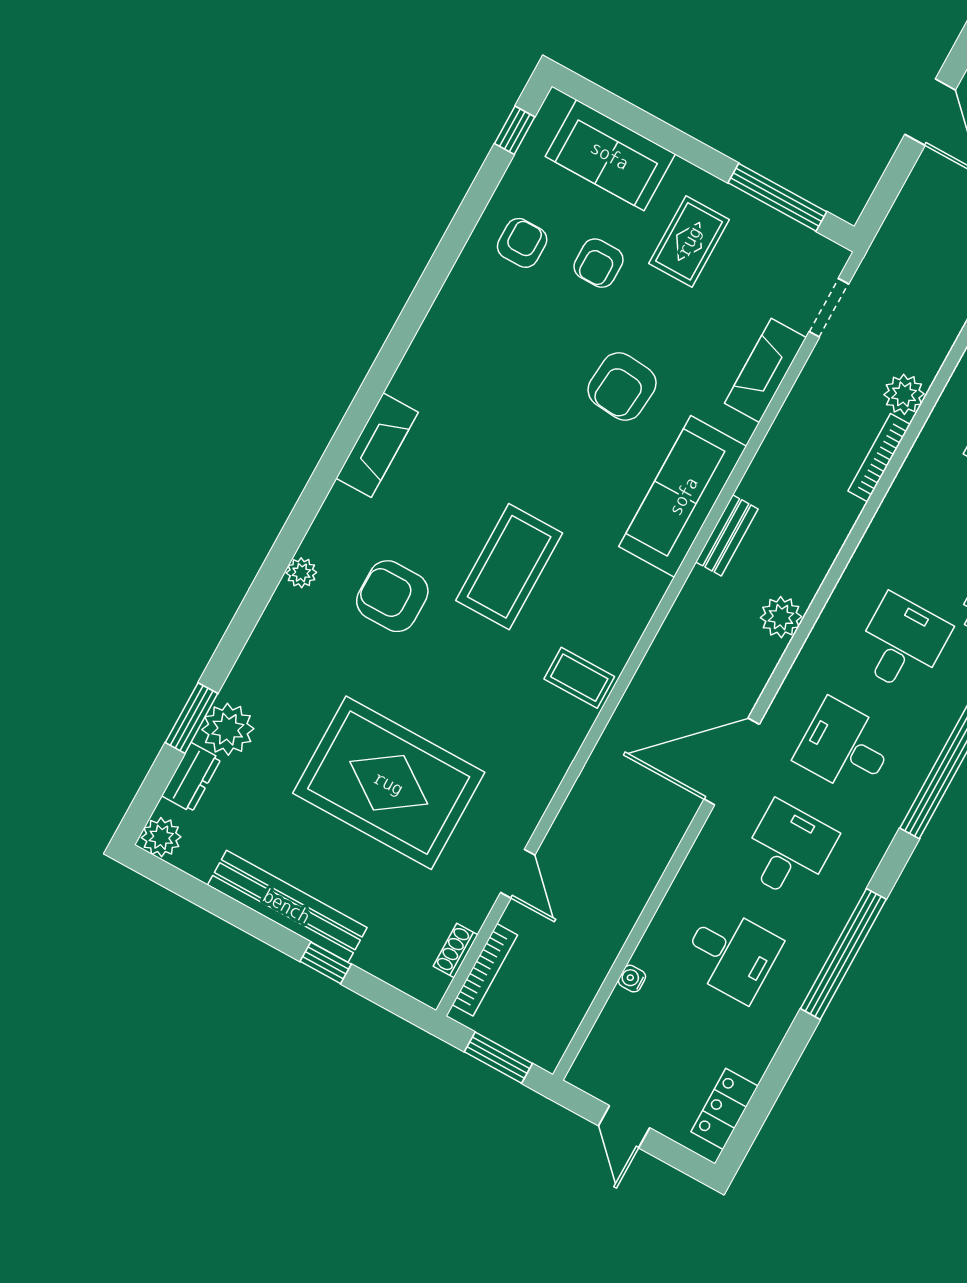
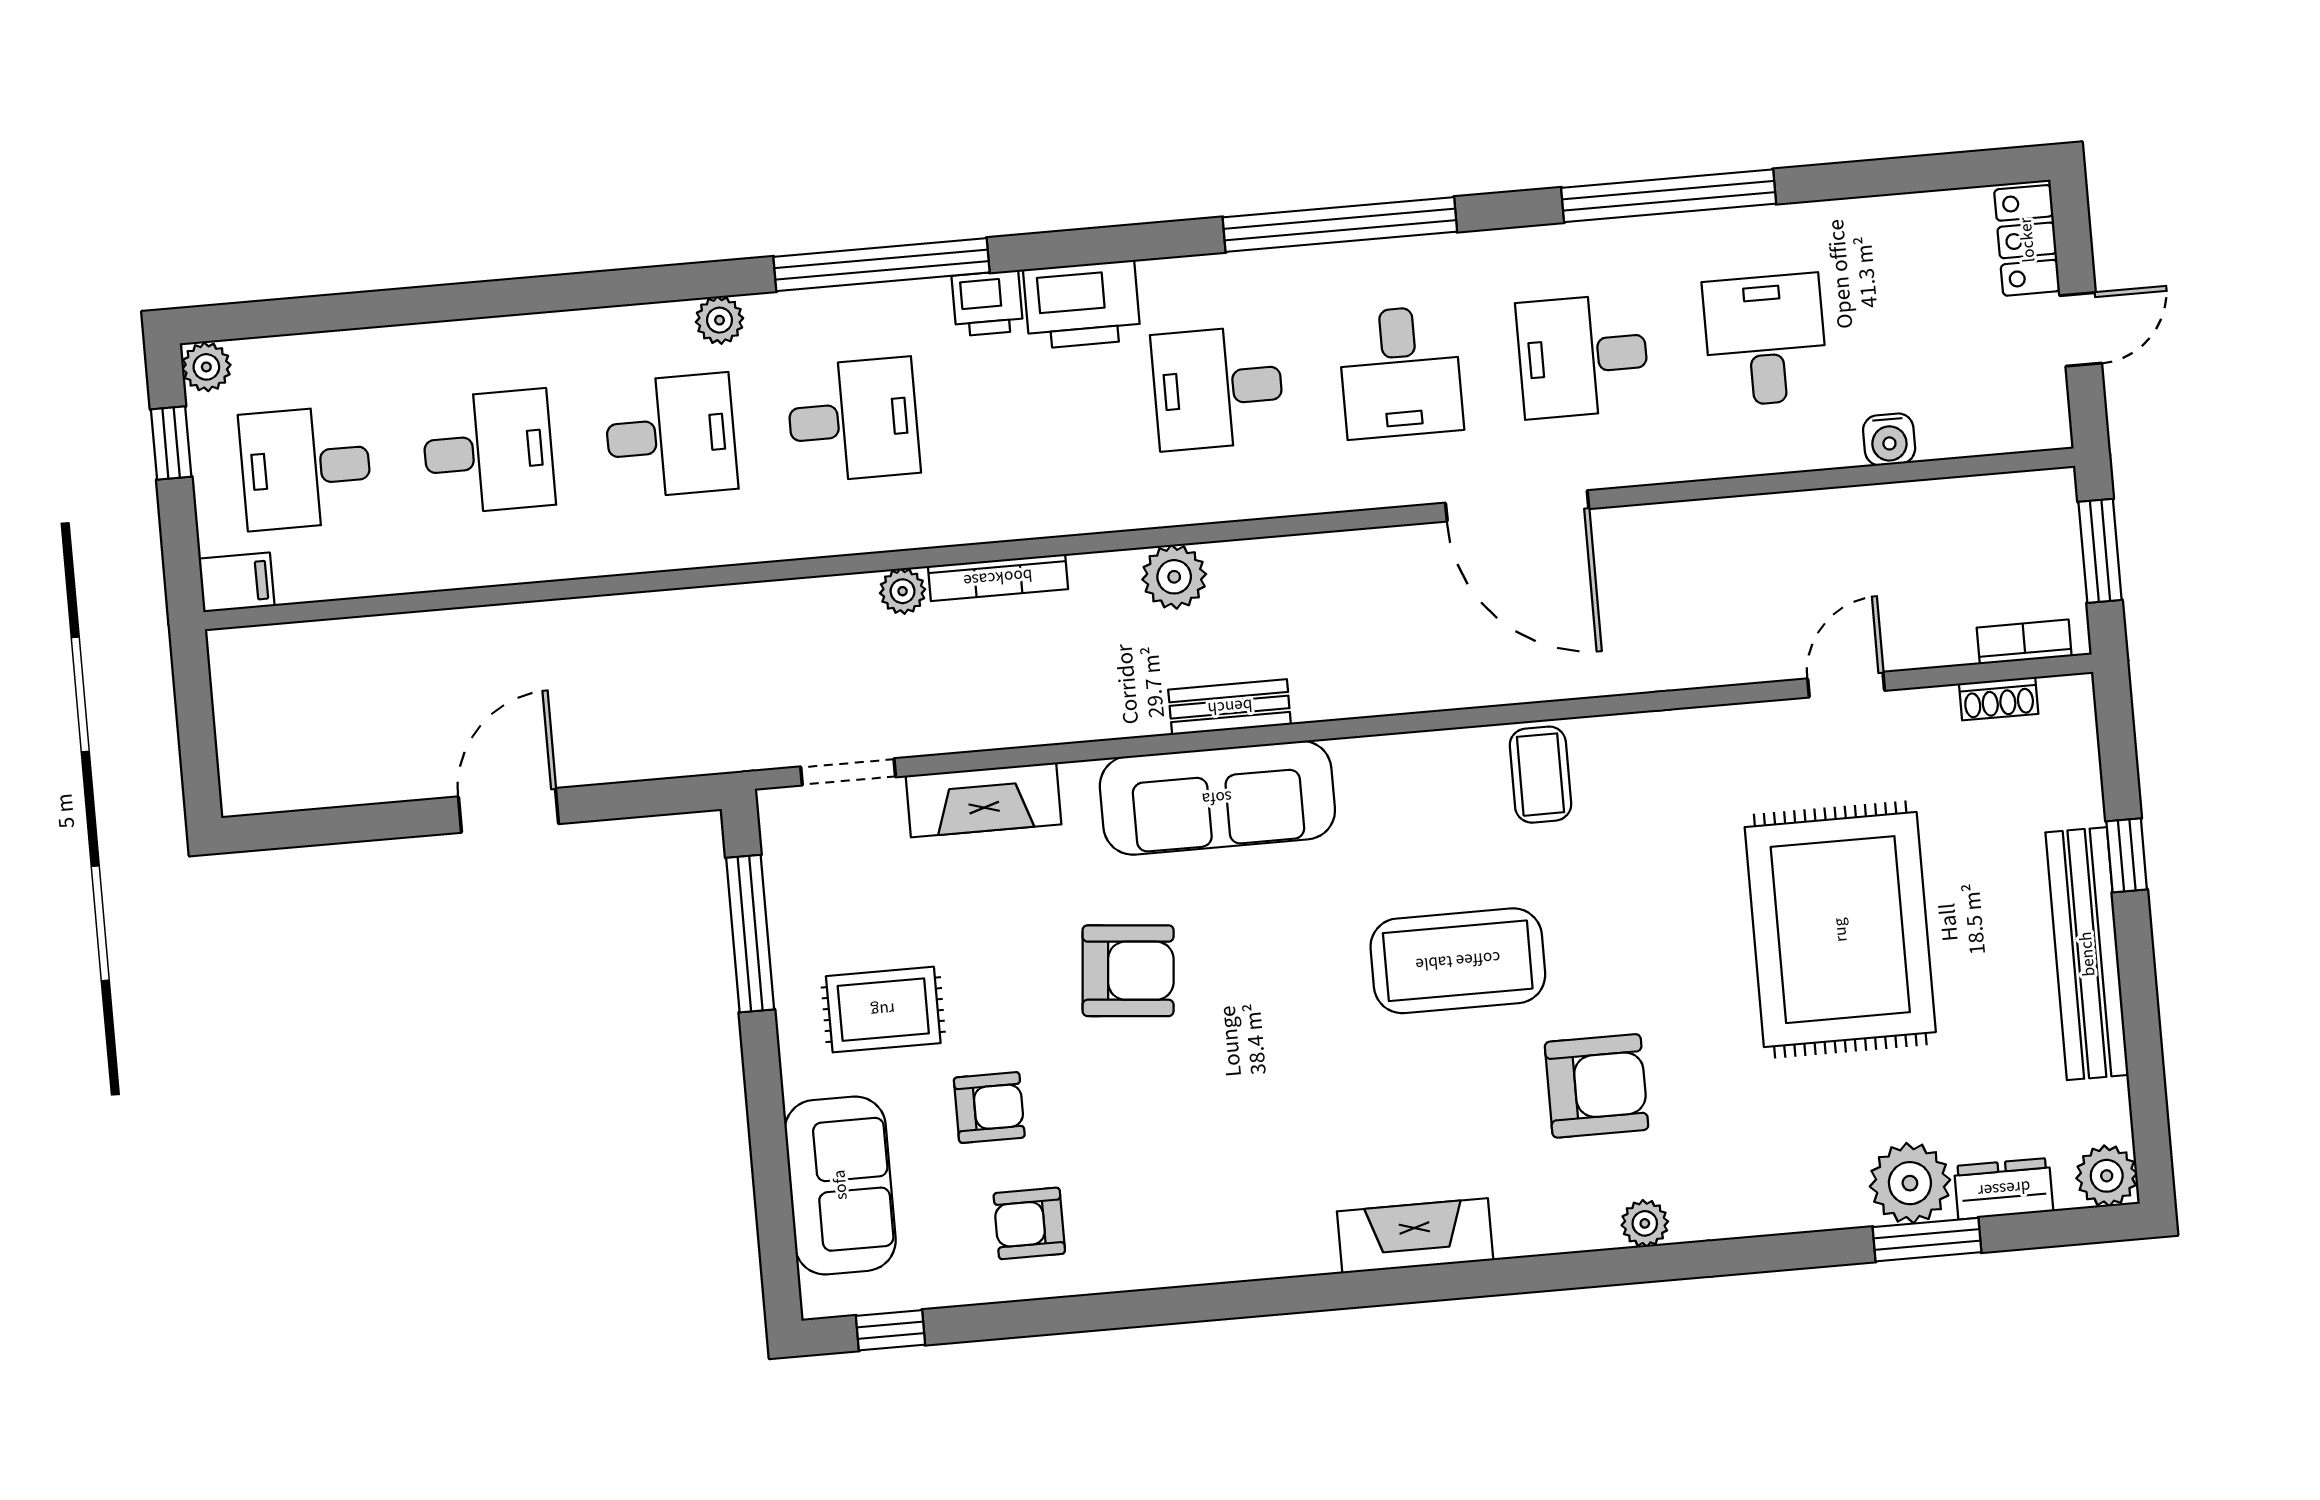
plant: (904, 394) -> (903, 591), width x0.73, depth x0.73
armchair: (392, 596) -> (1597, 1086), turned -90
plant: (781, 617) -> (1174, 577), moved
bookcase: (485, 970) -> (2024, 642), width x0.64
water cooler: (632, 979) -> (1889, 439), width x1.38, depth x1.38
locker: (724, 1109) -> (2027, 240), moved, turned 90

